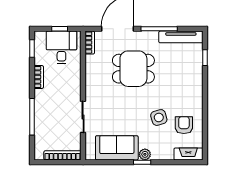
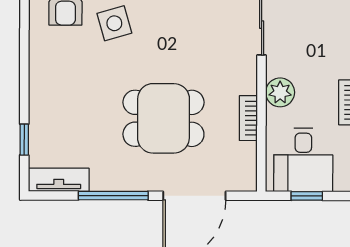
tv unit: (181, 37) -> (59, 180), width x0.71
bookcase: (90, 43) -> (248, 118), moved
plant: (73, 82) -> (280, 92), added

